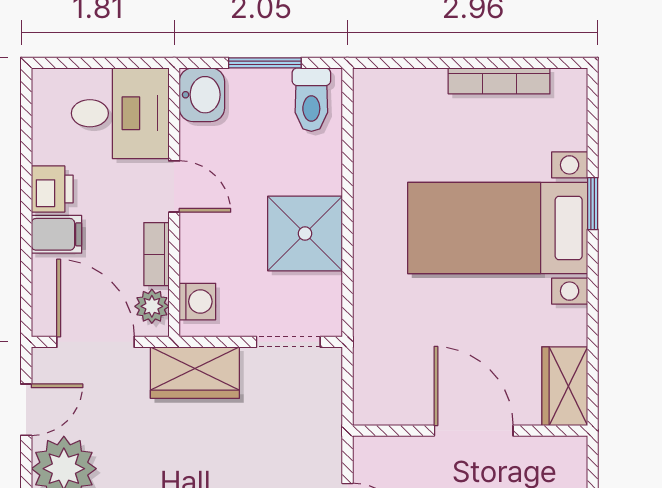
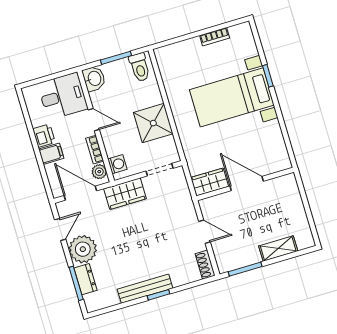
bookcase: (499, 81) -> (215, 37), width x0.64
wardrobe: (565, 386) -> (210, 182), moved, turned 90

